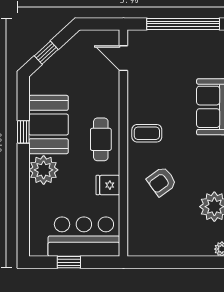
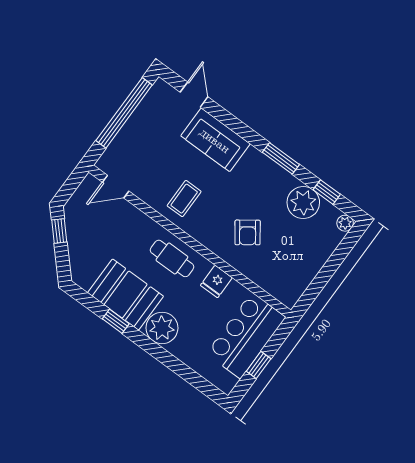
window: (46, 53) -> (59, 231), moved
coffee table: (147, 133) -> (184, 199), moved

